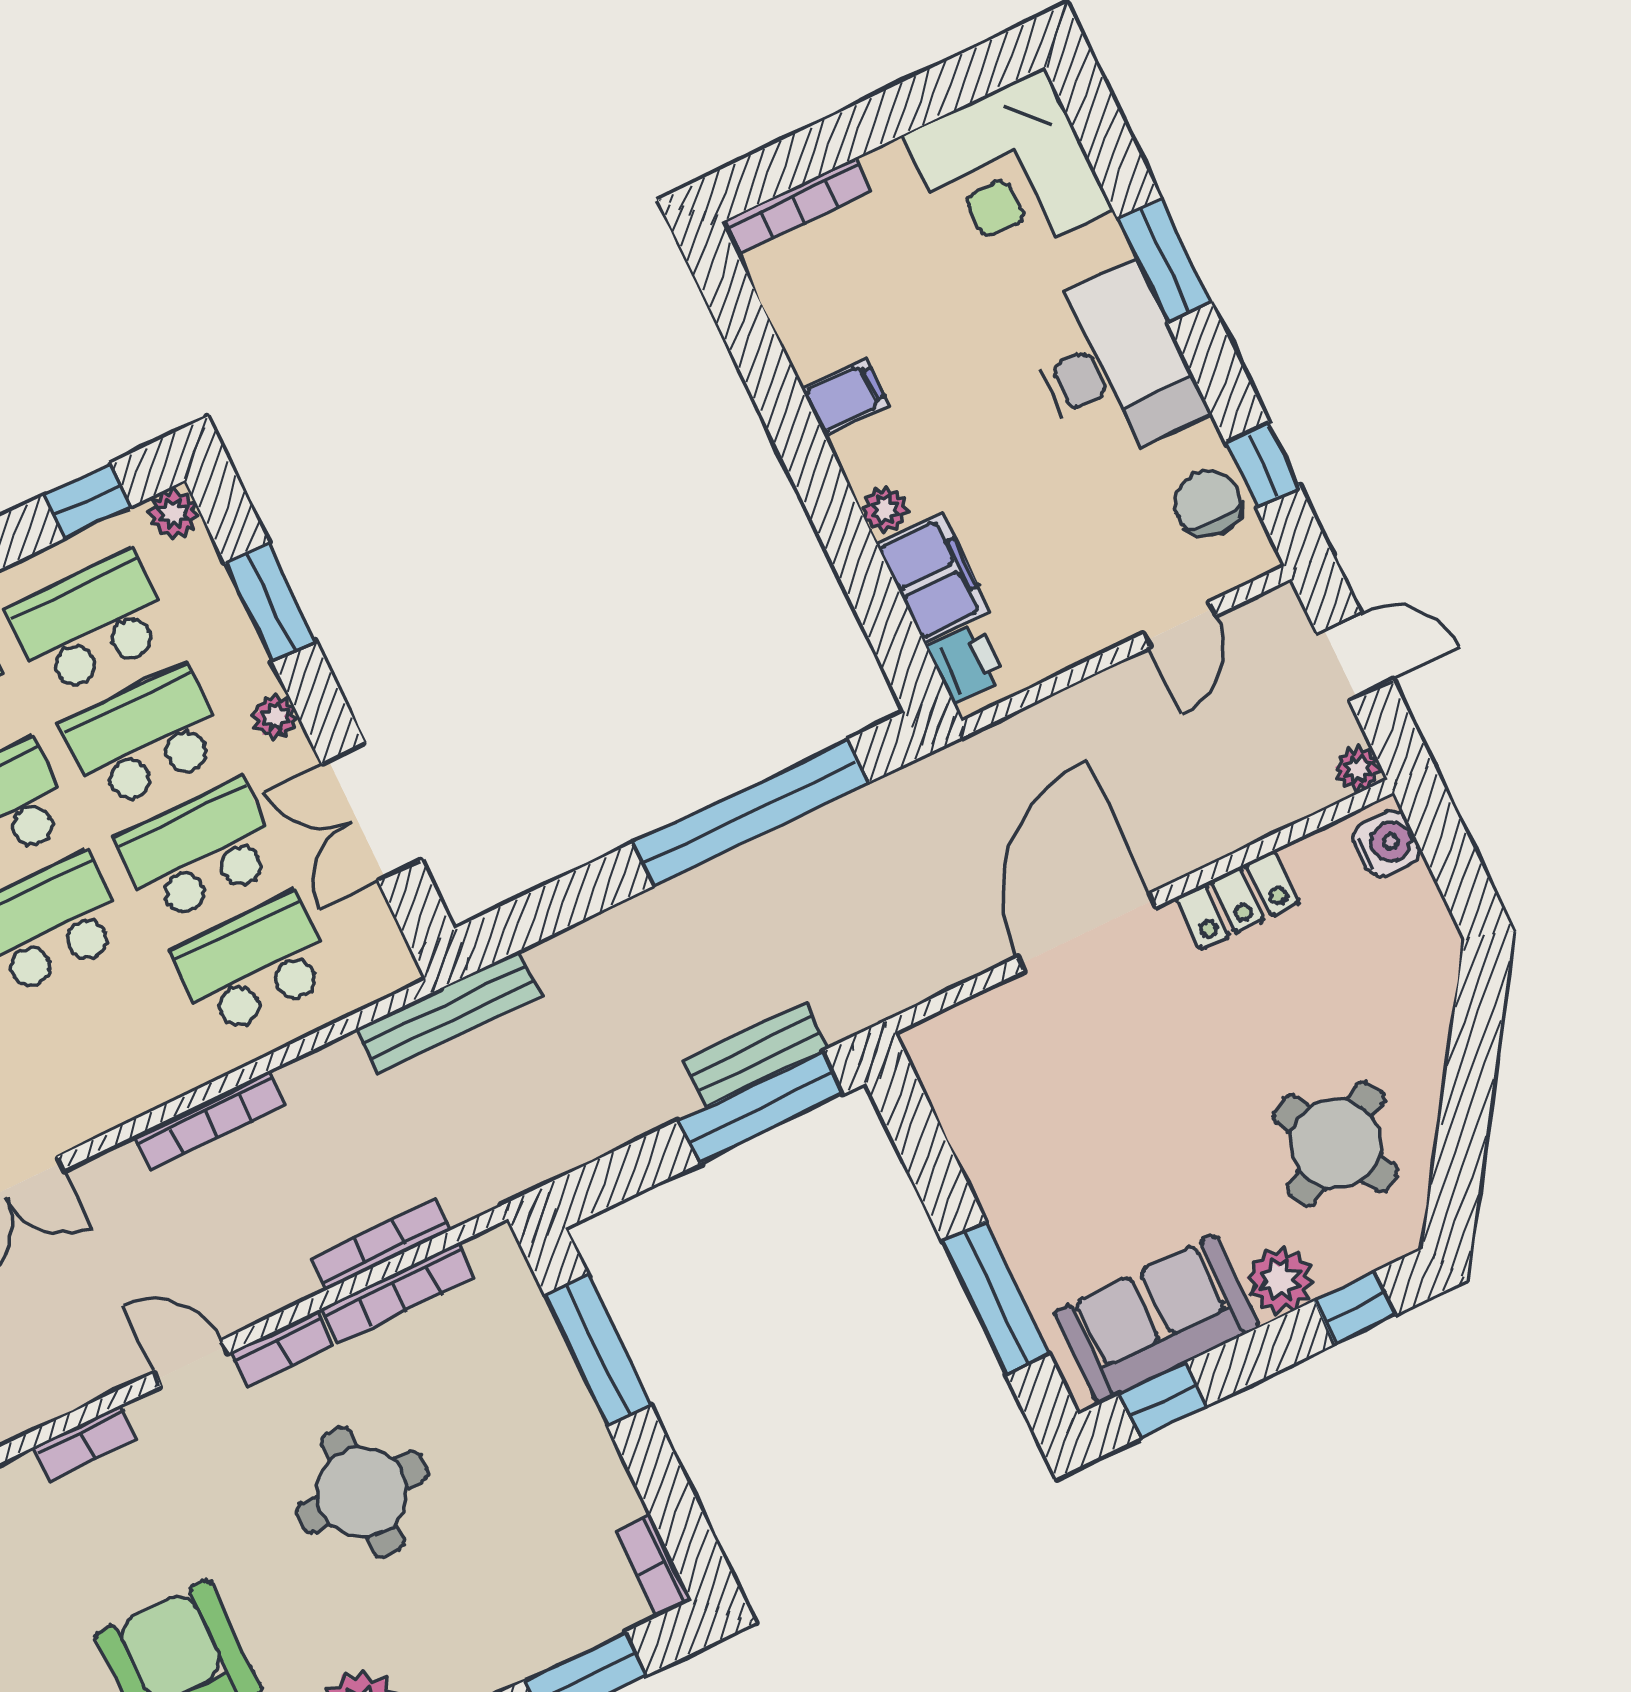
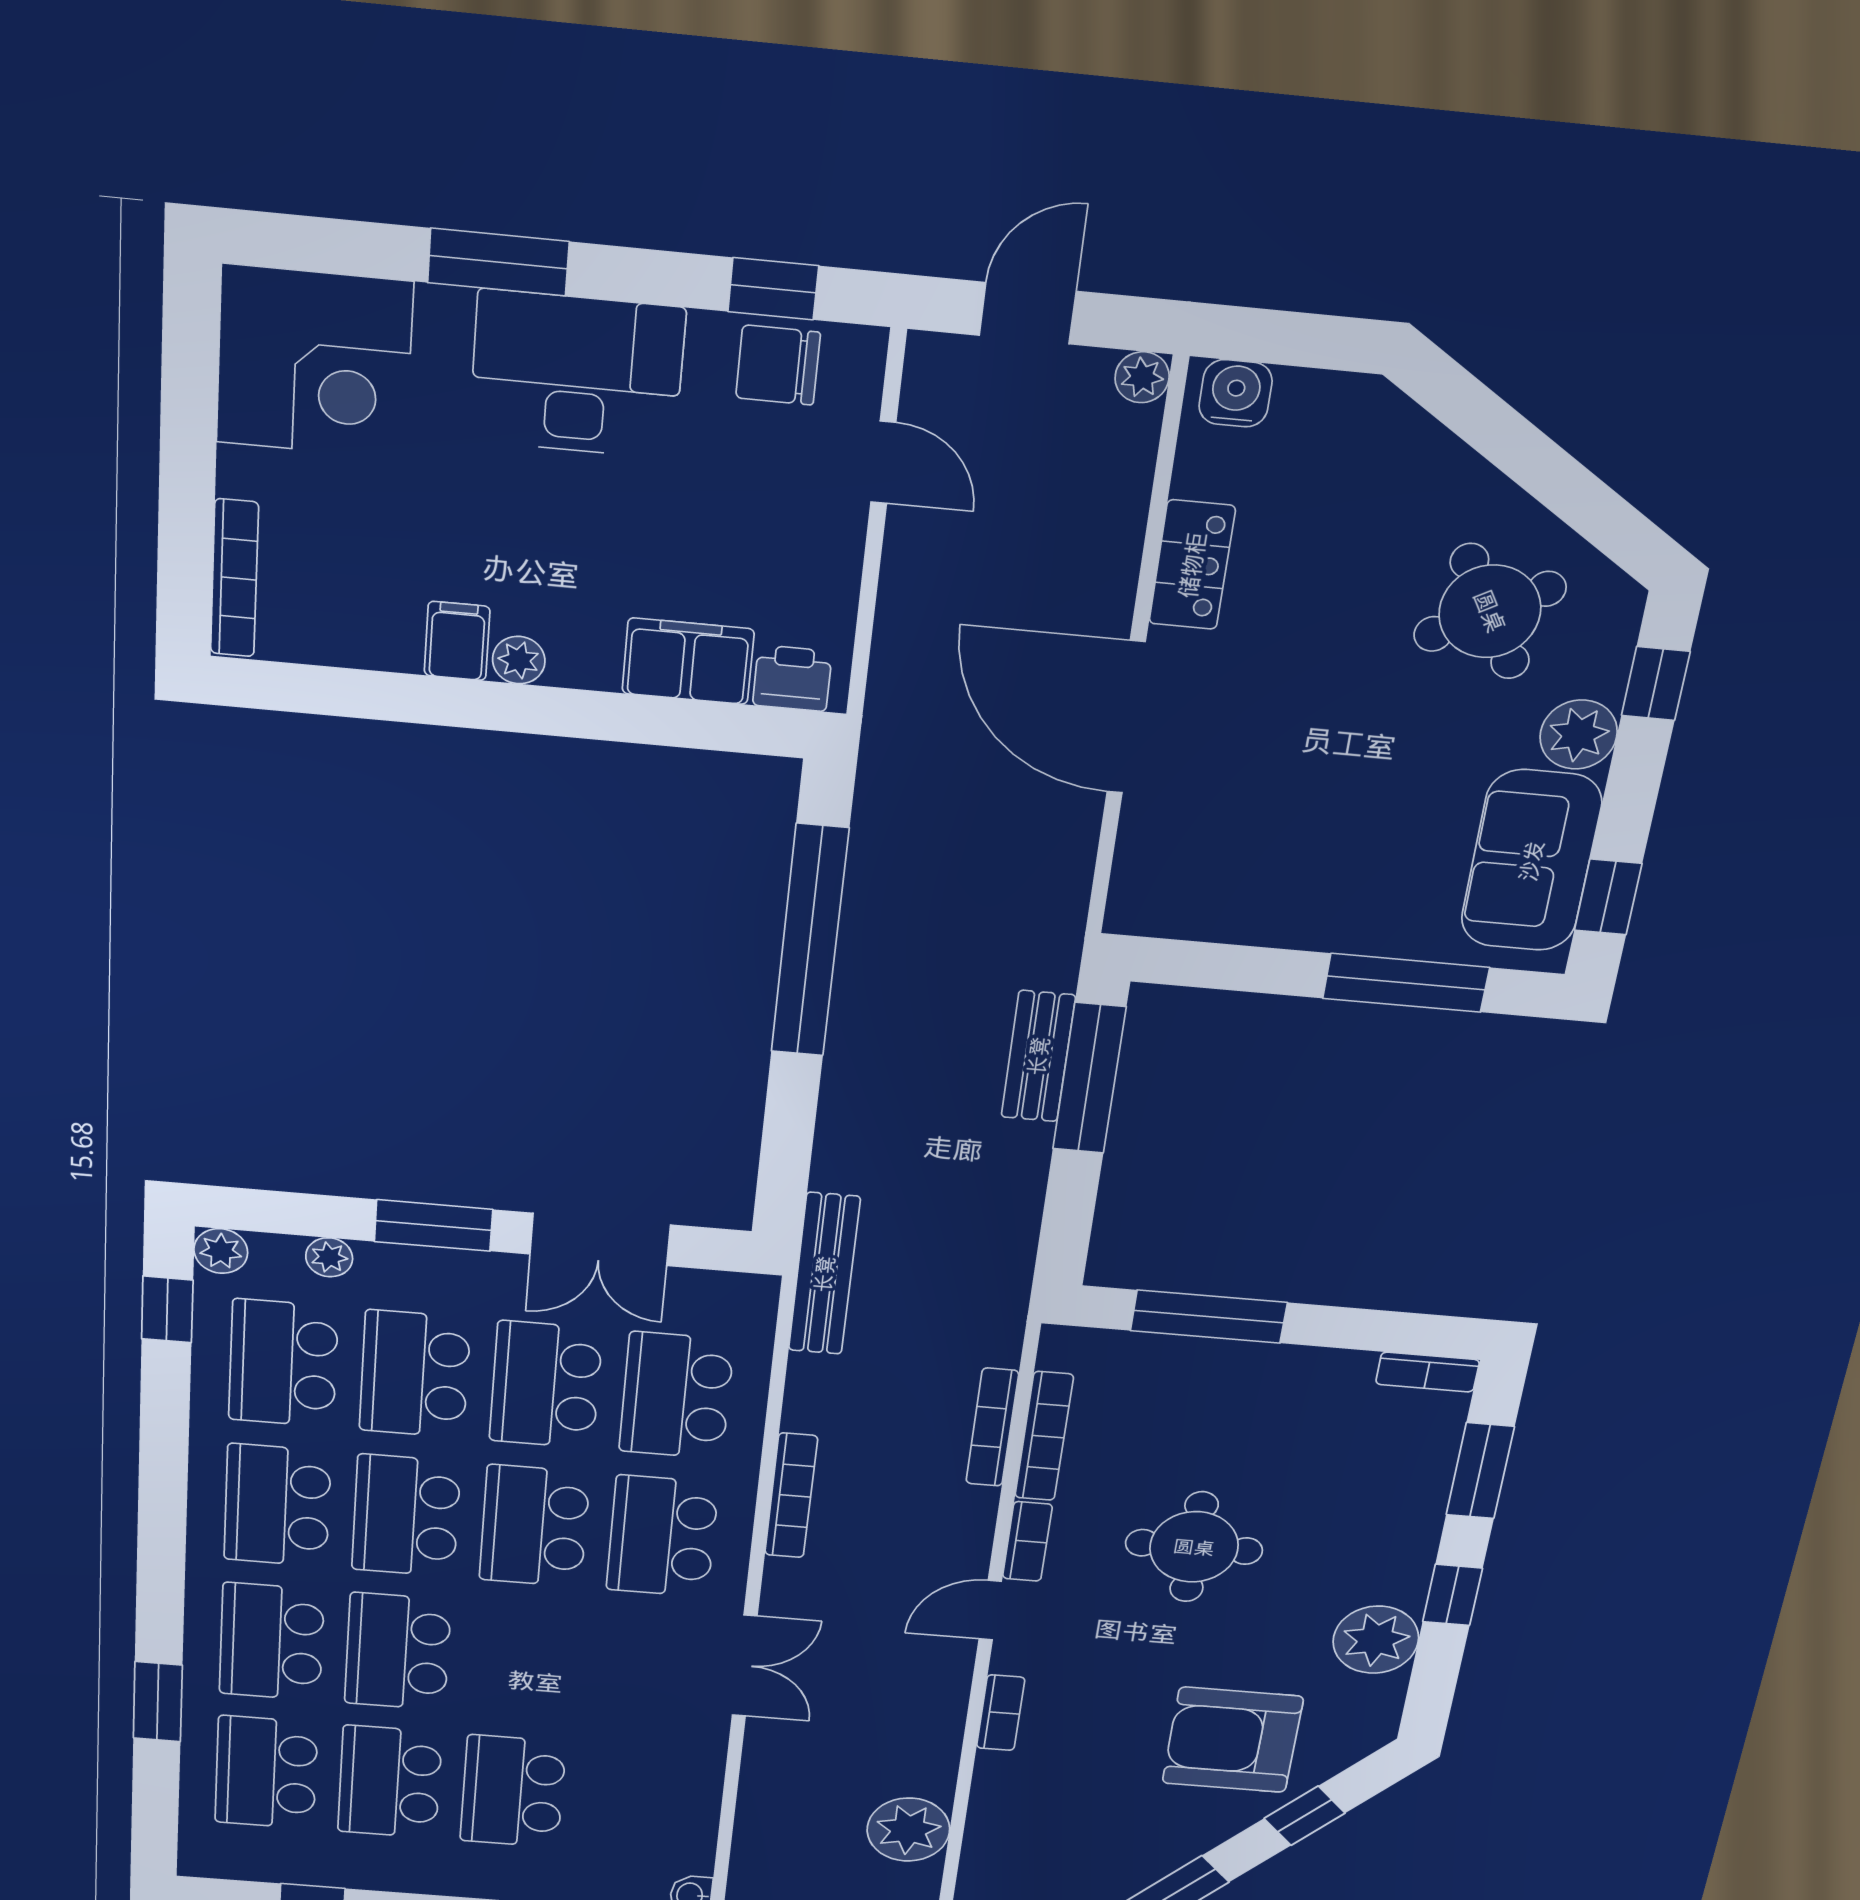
plant: (885, 510) -> (519, 660), moved
window: (270, 602) -> (434, 1225), moved
plant: (275, 717) -> (329, 1257), moved
school desk: (100, 1038) -> (662, 1536), added

